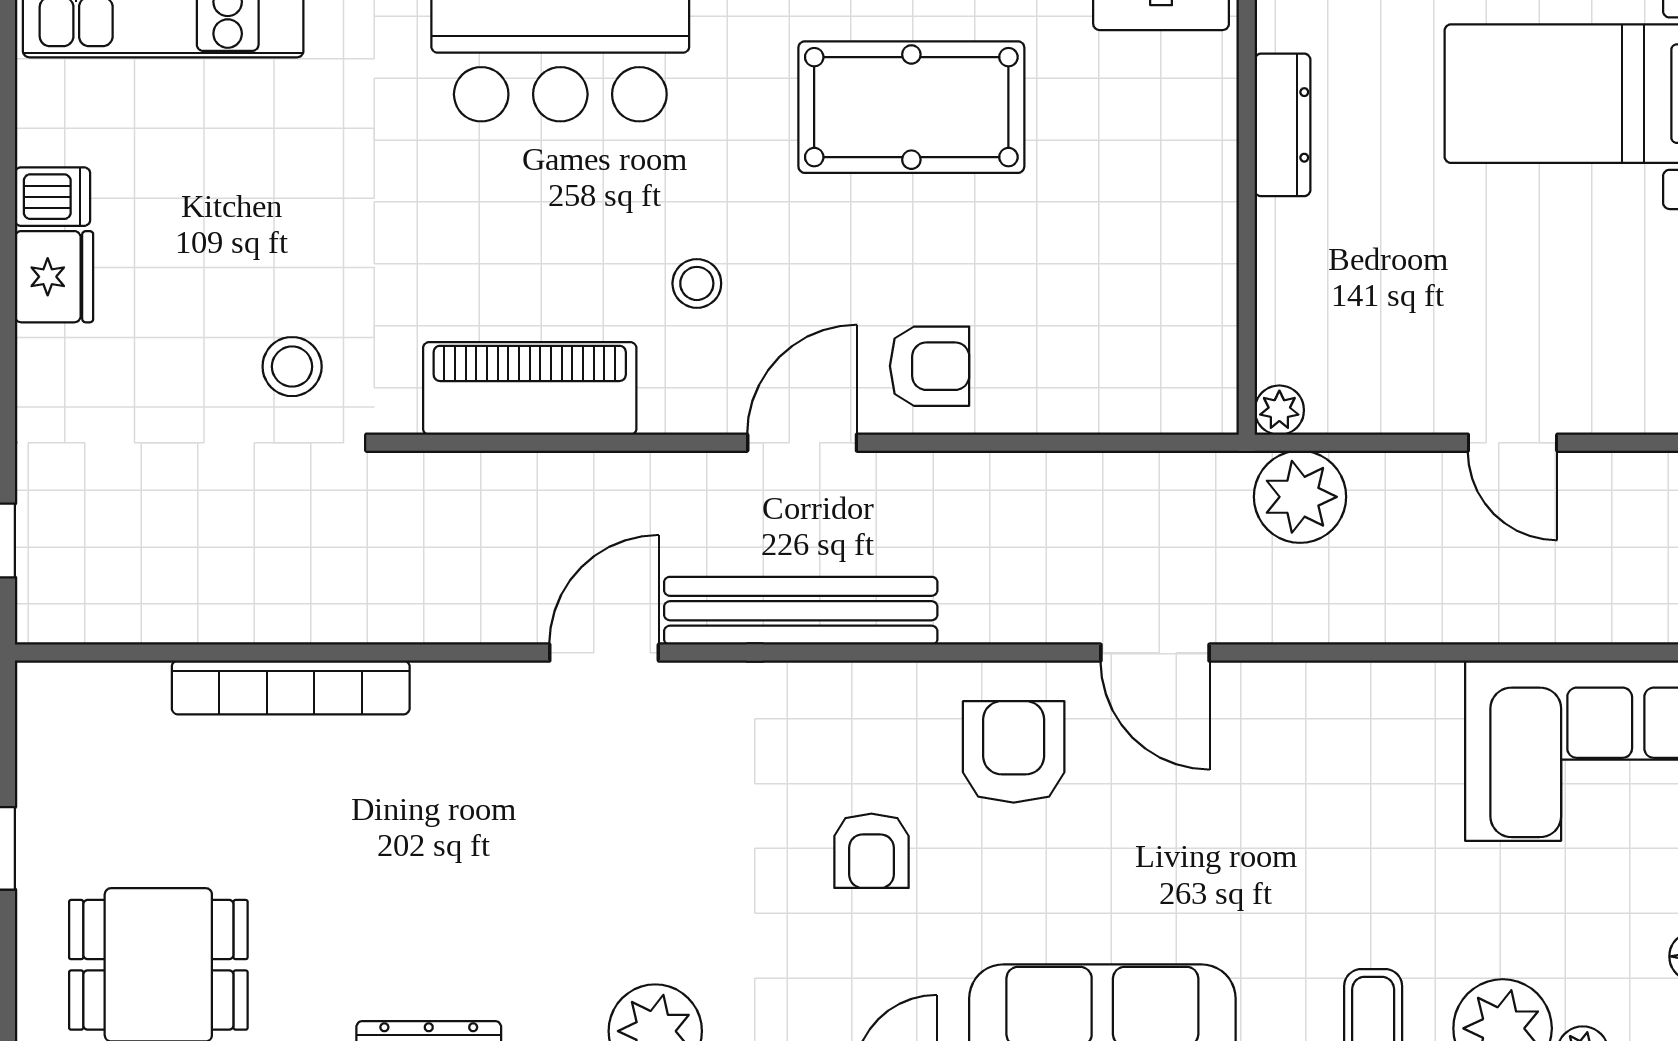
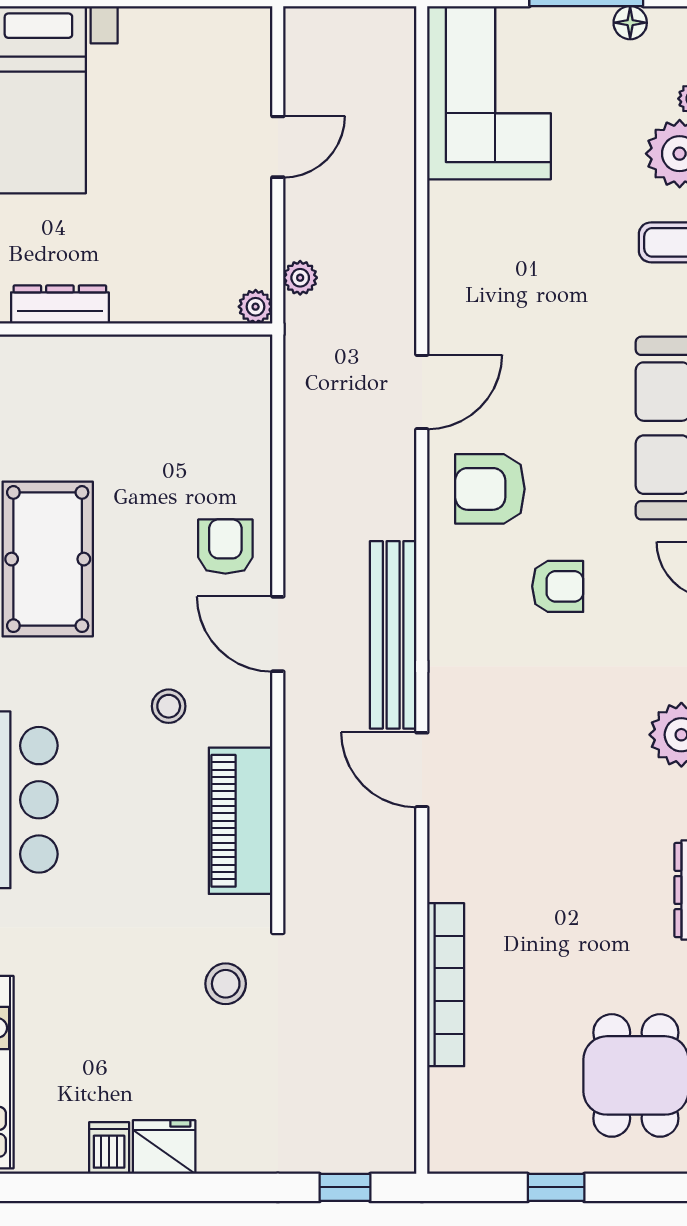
plant: (1300, 497) -> (300, 278), width x0.53, depth x0.53

